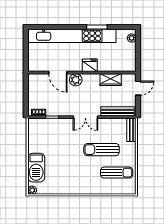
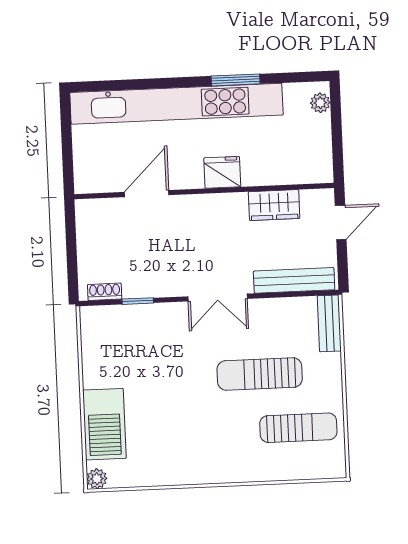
door: (58, 73) -> (147, 194), swing flipped
plant: (76, 80) -> (190, 209), removed

